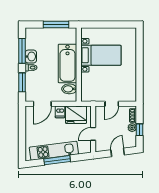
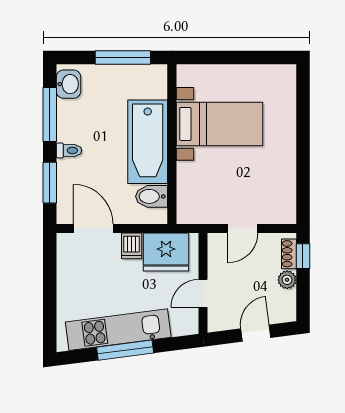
washbasin: (31, 57) -> (68, 84), moved
door: (42, 104) -> (93, 229), swing flipped
window: (140, 130) -> (303, 256), moved

